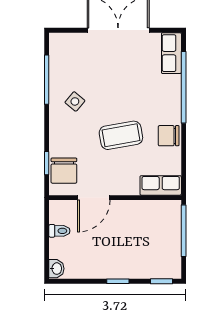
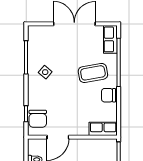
coffee table: (121, 135) -> (93, 73), moved

